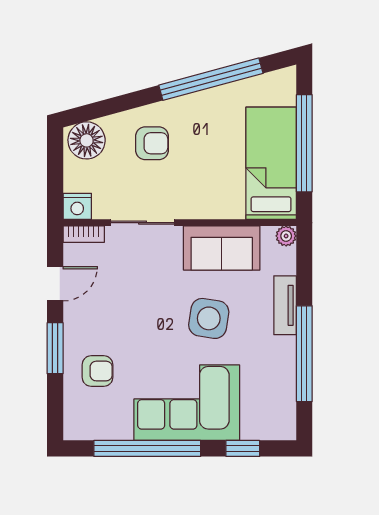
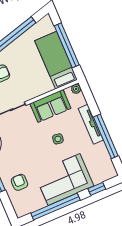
tv unit: (285, 305) -> (91, 124), width x1.41
side table: (209, 318) -> (58, 139), width x0.54, depth x0.54
armchair: (97, 371) -> (19, 182), turned -90

